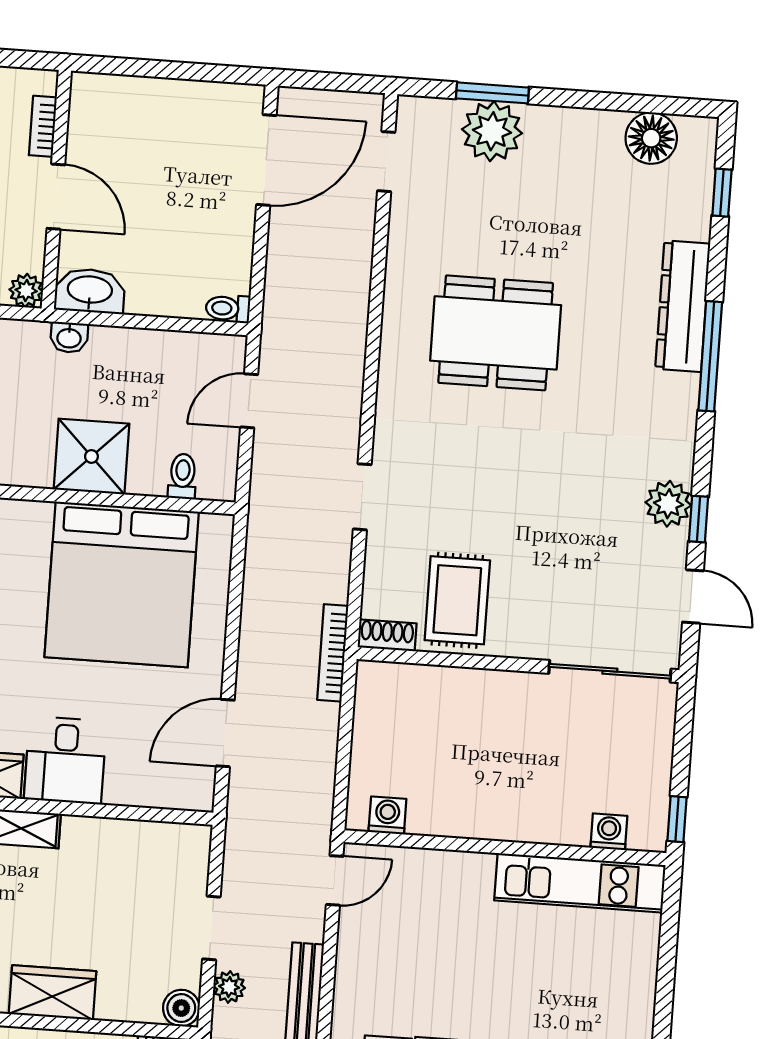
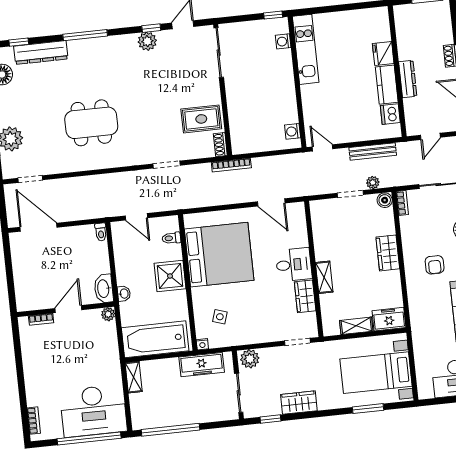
dresser: (683, 306) -> (41, 53), moved
dining table: (496, 333) -> (91, 123), turned 90

